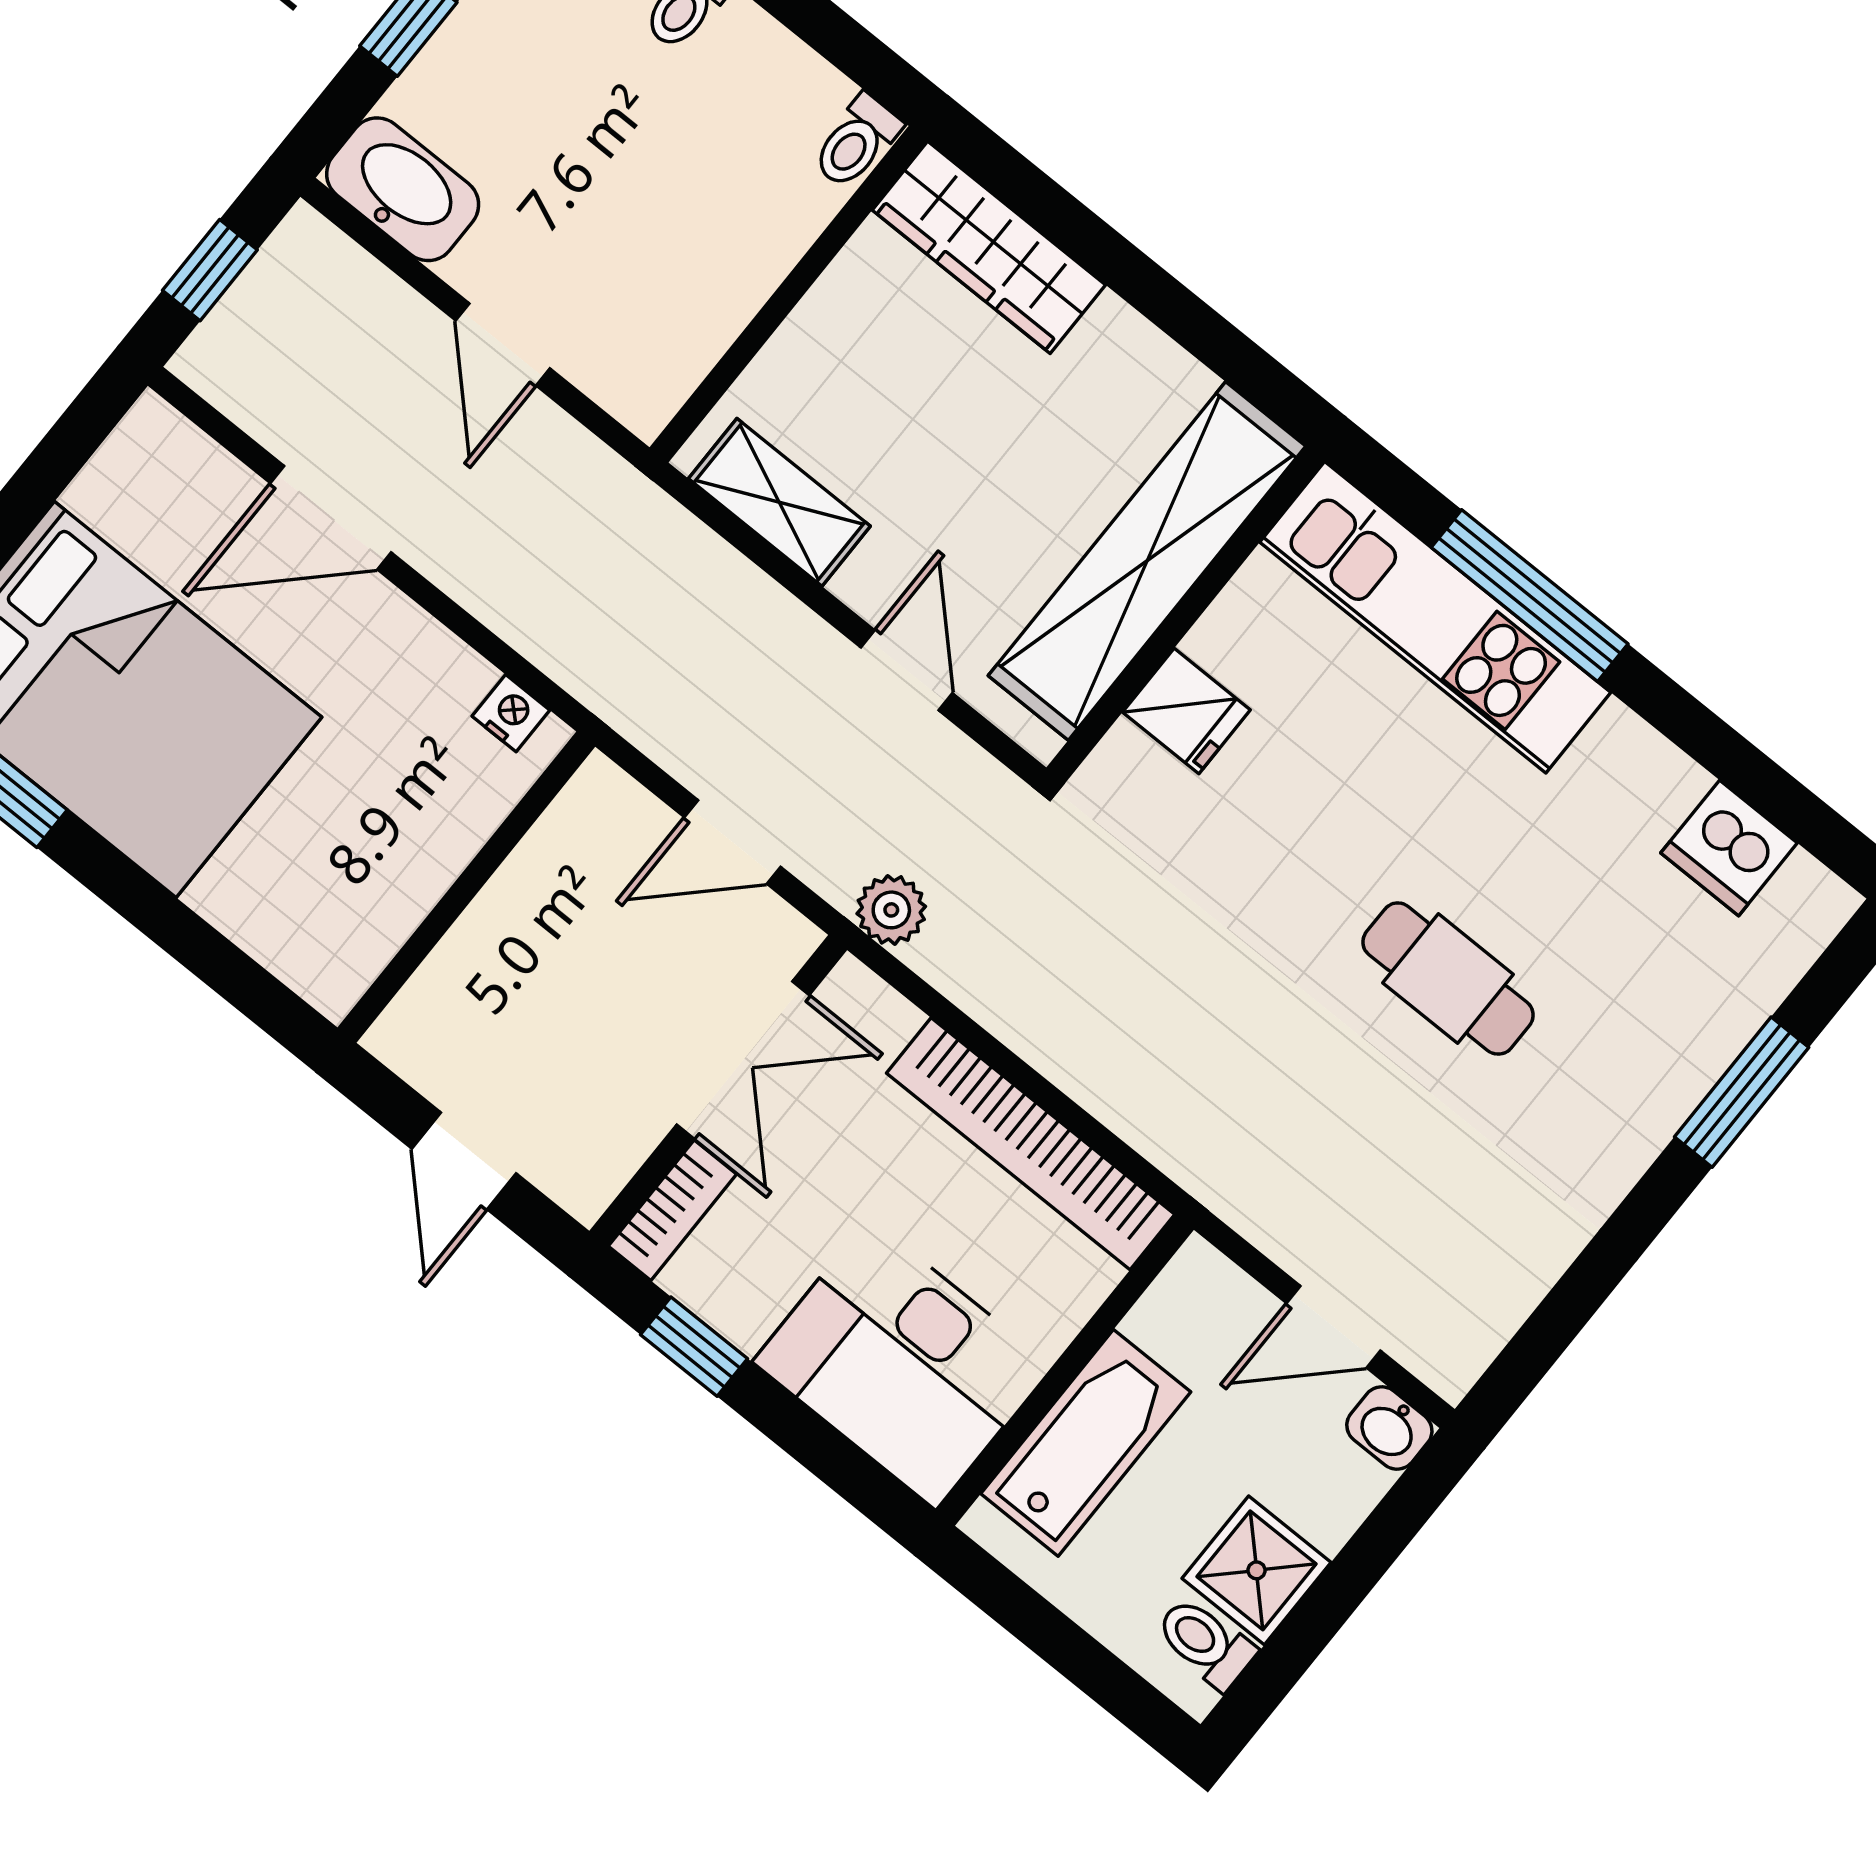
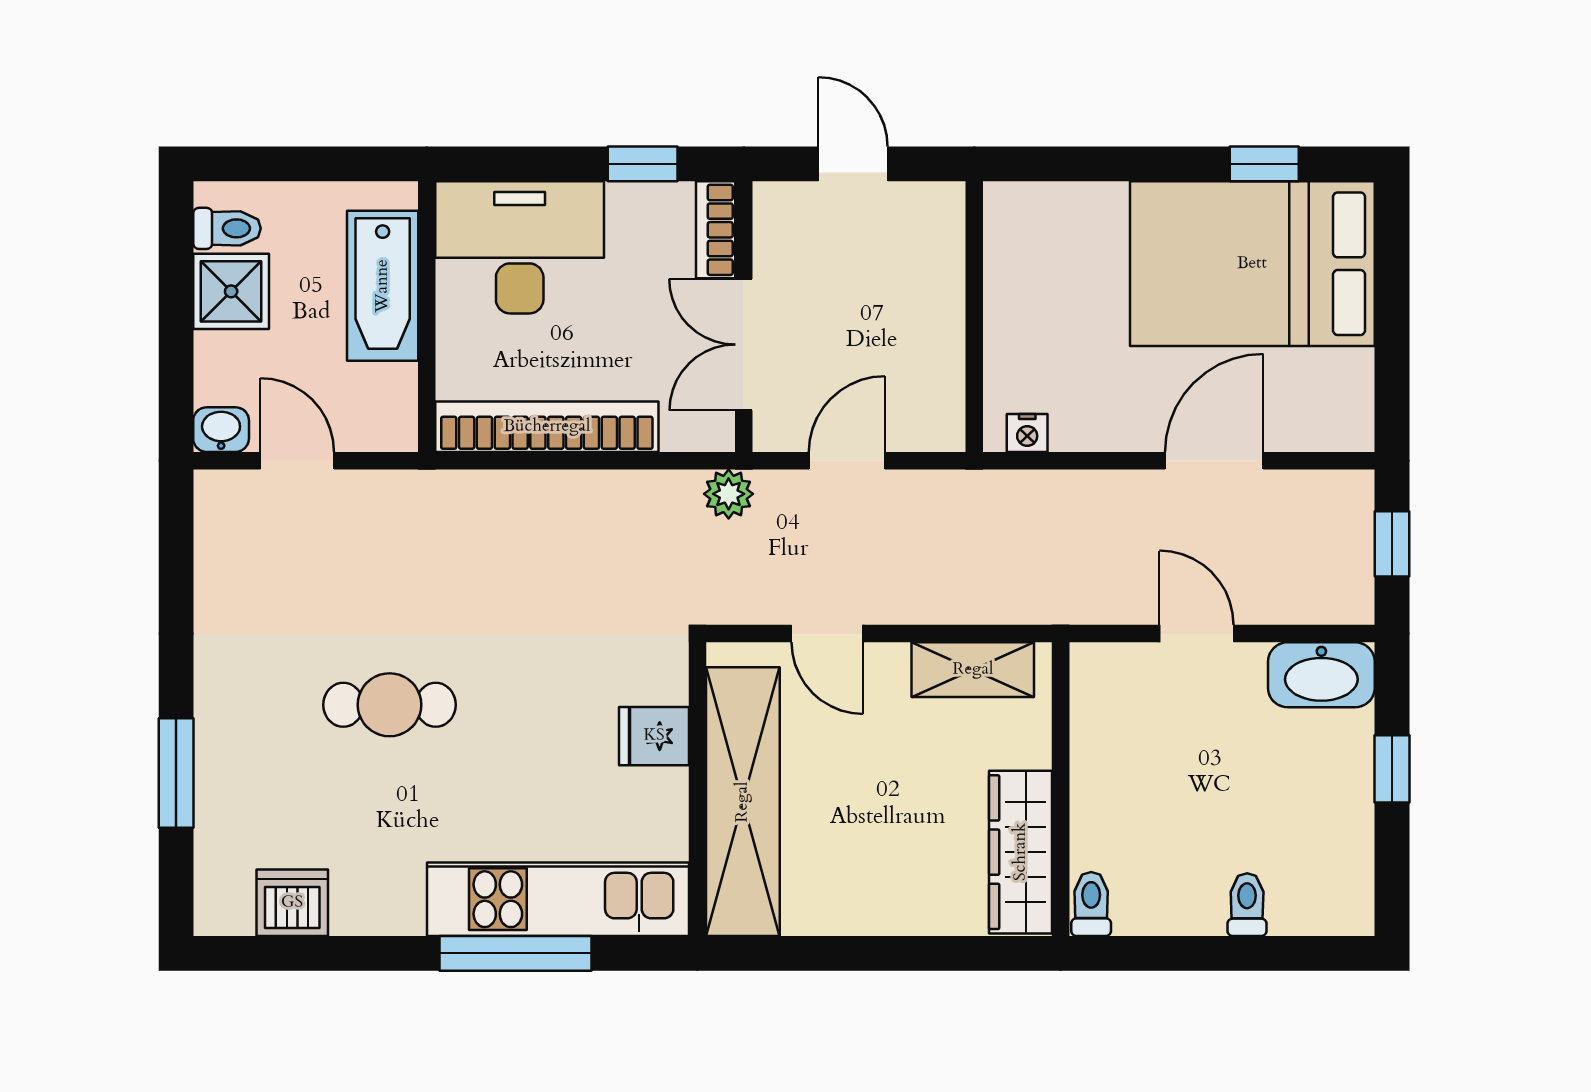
wardrobe: (989, 247) -> (1021, 852), moved, turned -90
door: (1333, 1327) -> (297, 461), hinge flipped

